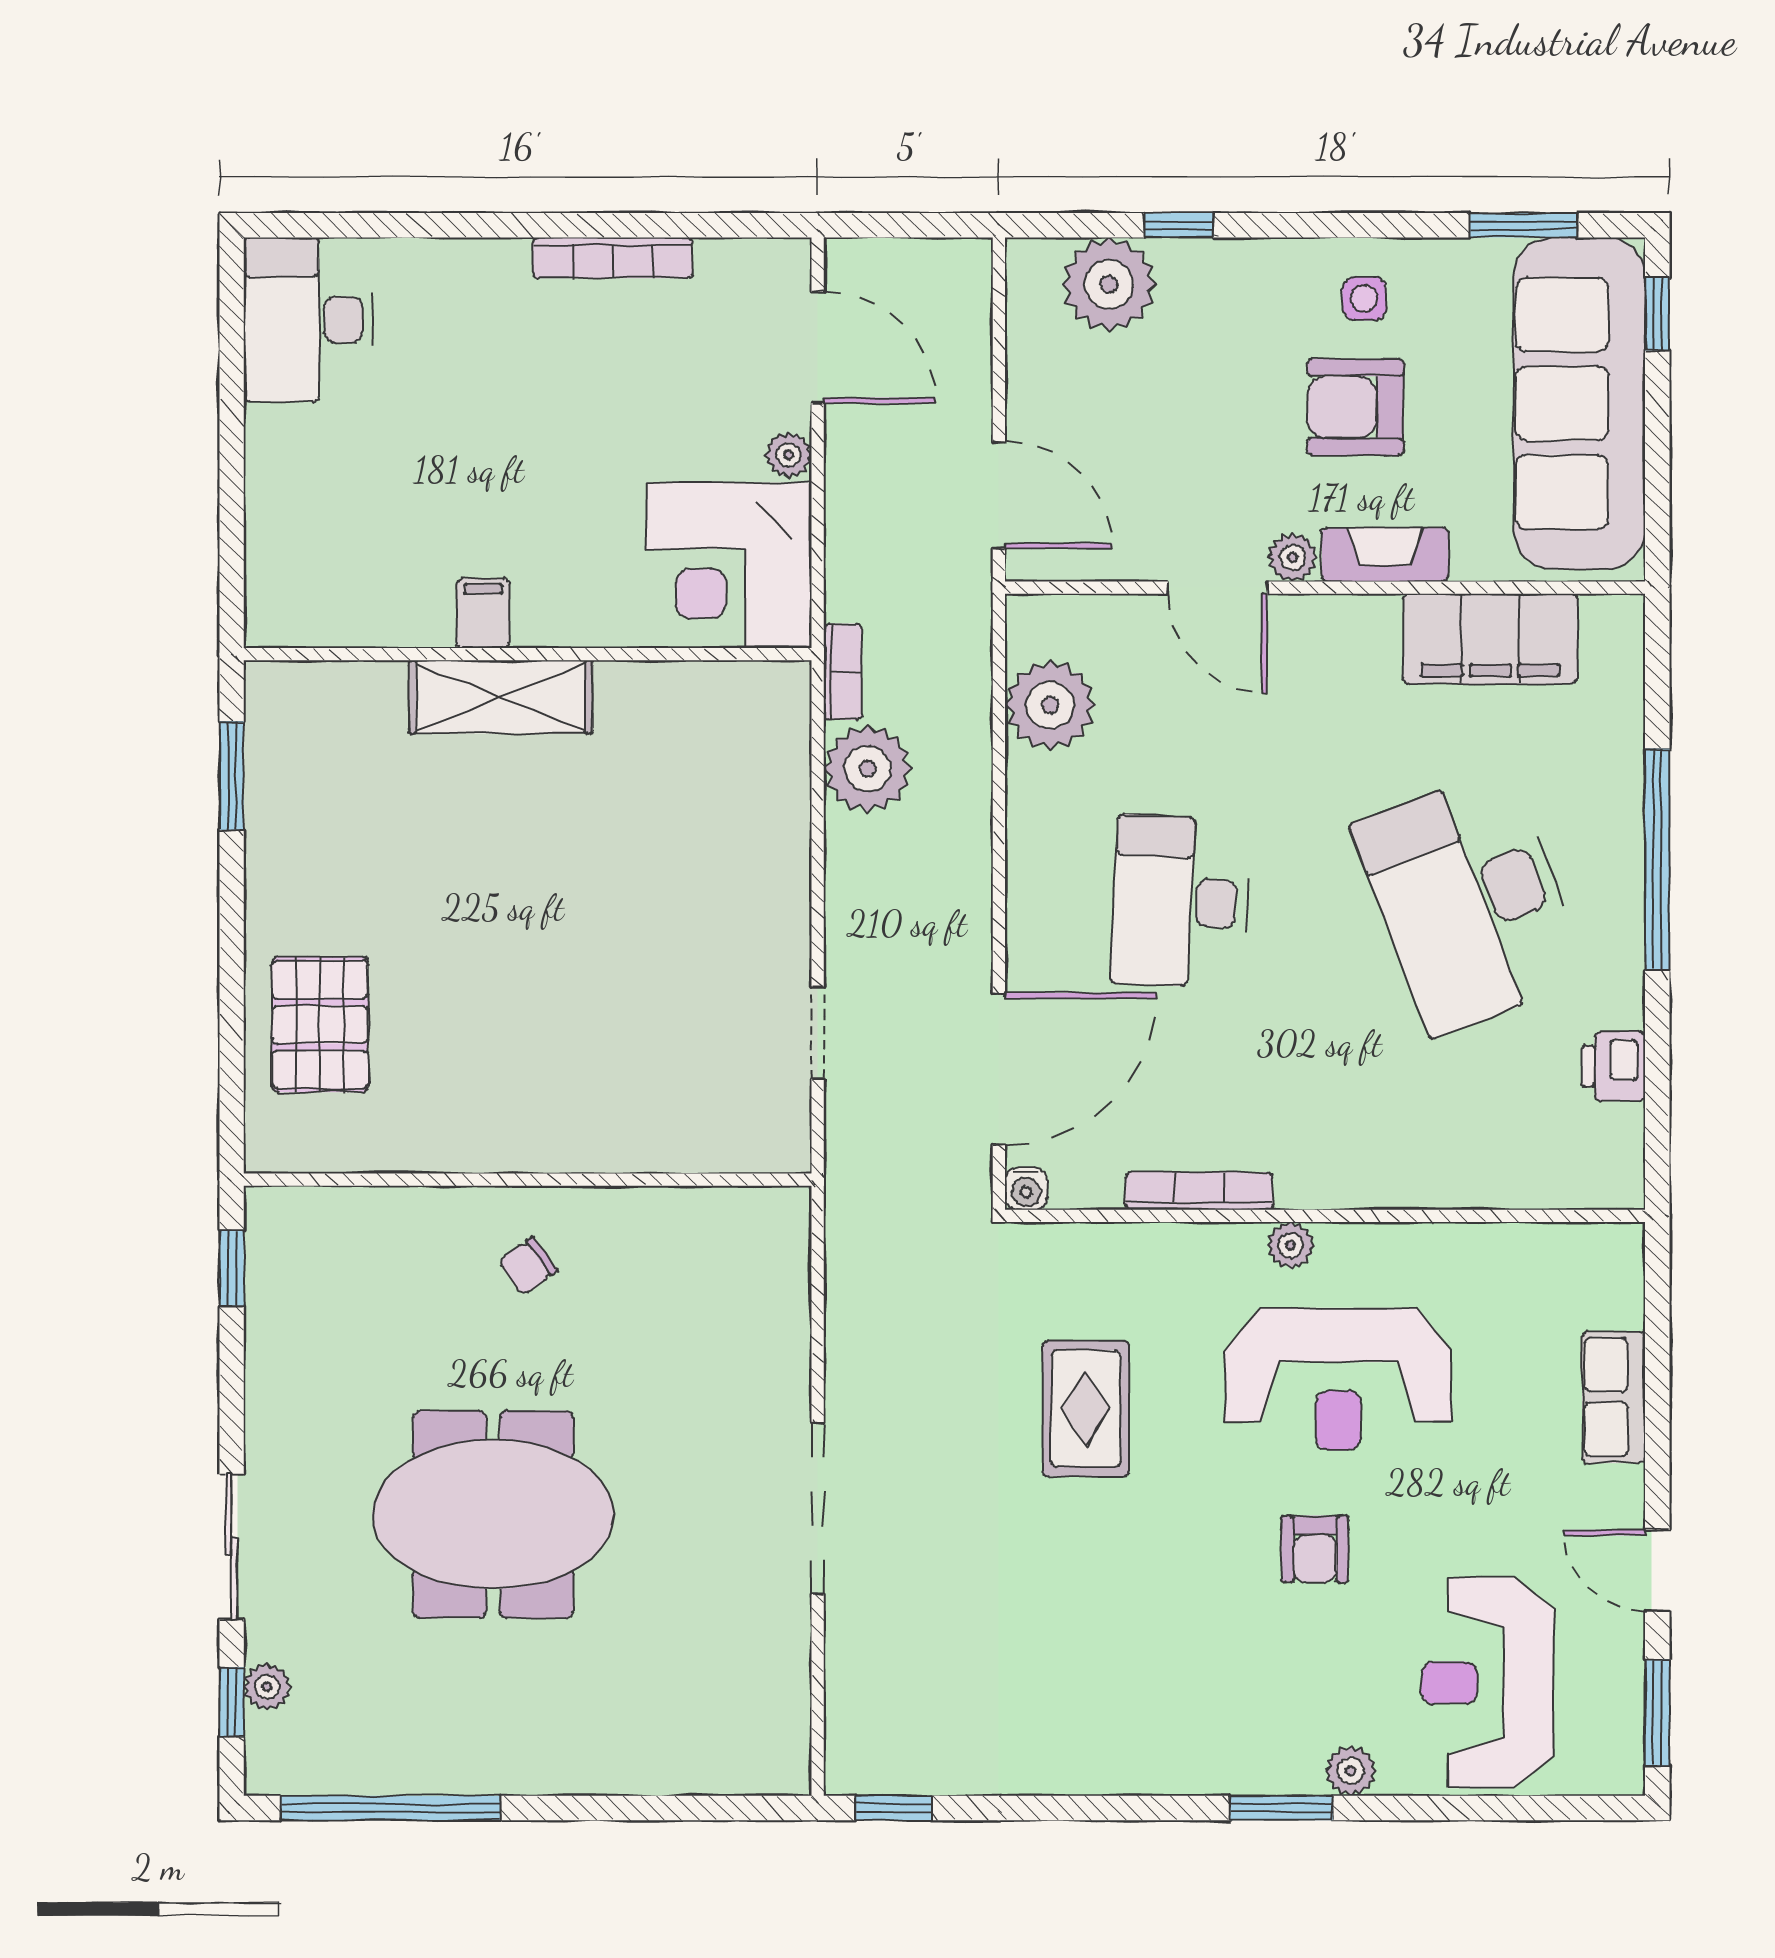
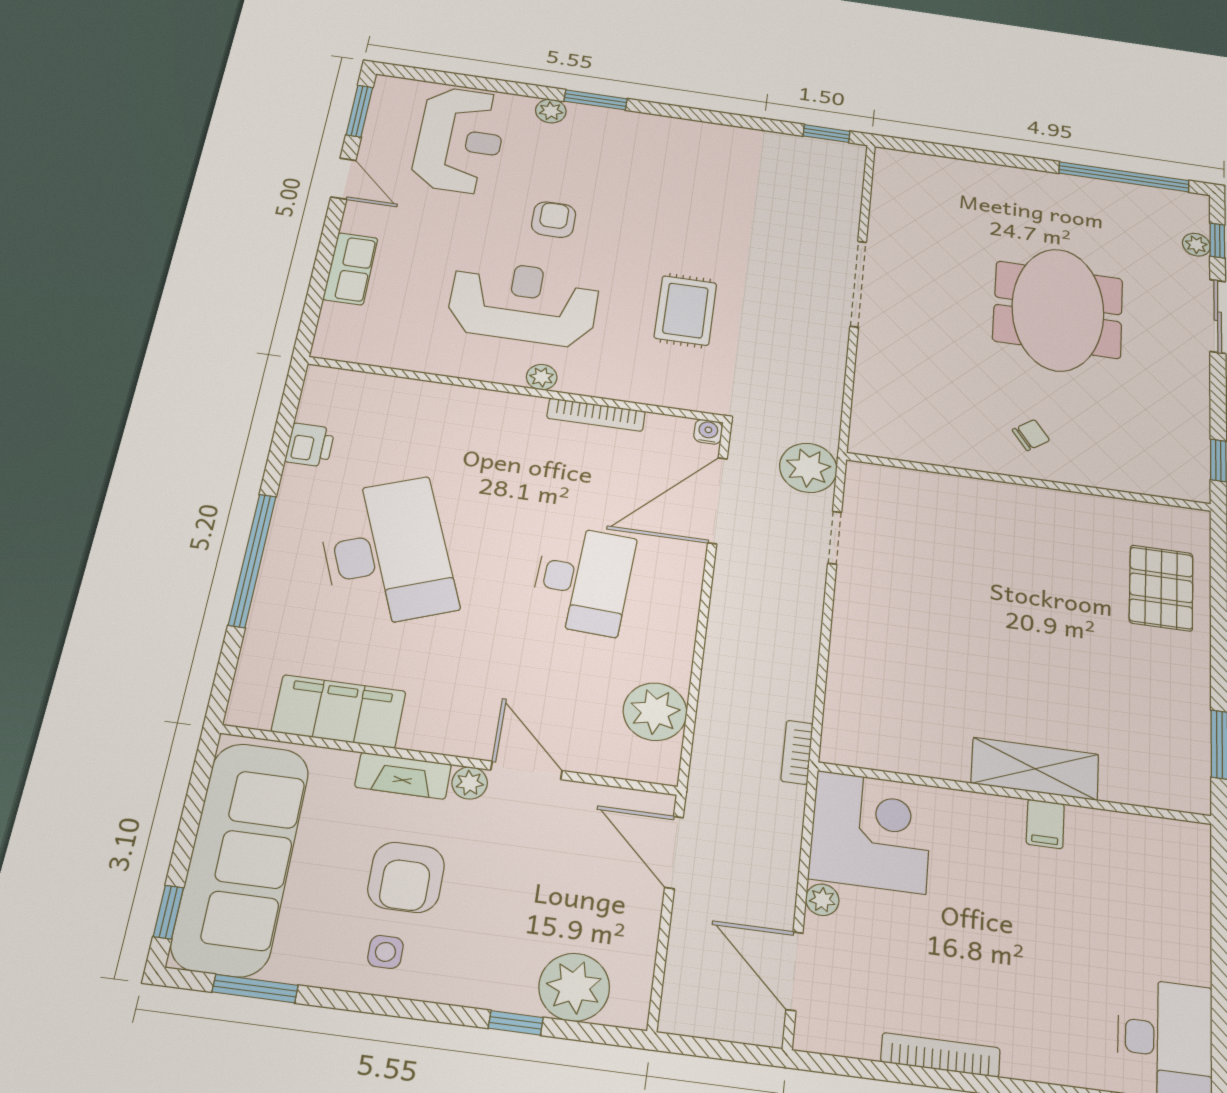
armchair: (1355, 407) -> (406, 877), turned 90
plant: (868, 769) -> (808, 468), moved
meeting table: (493, 1514) -> (1058, 310), turned 90

